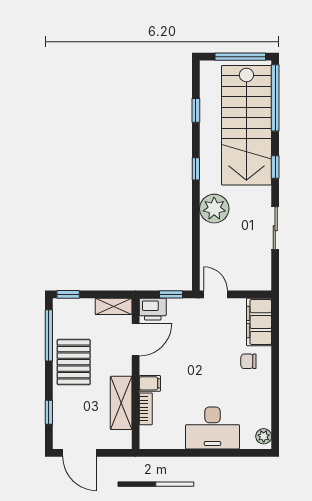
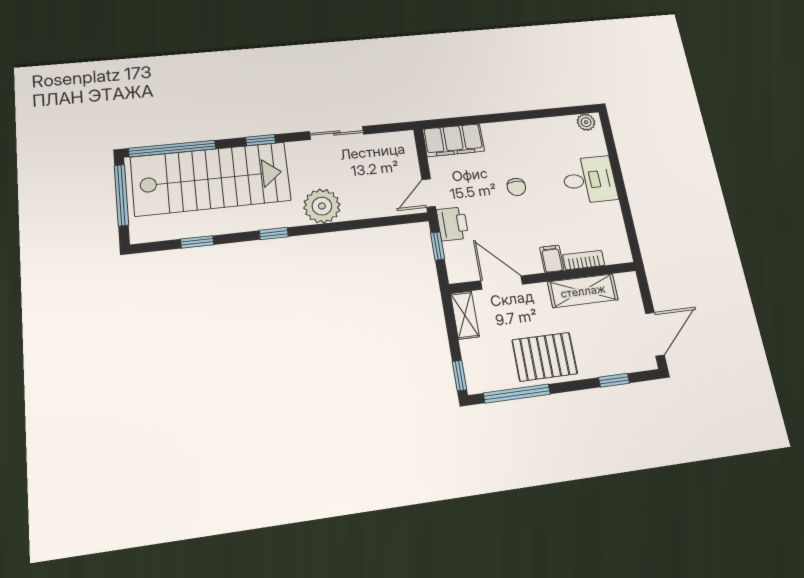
printer: (153, 309) -> (452, 224), moved
chair: (248, 361) -> (516, 187), moved
desk: (213, 428) -> (589, 180), width x0.73

